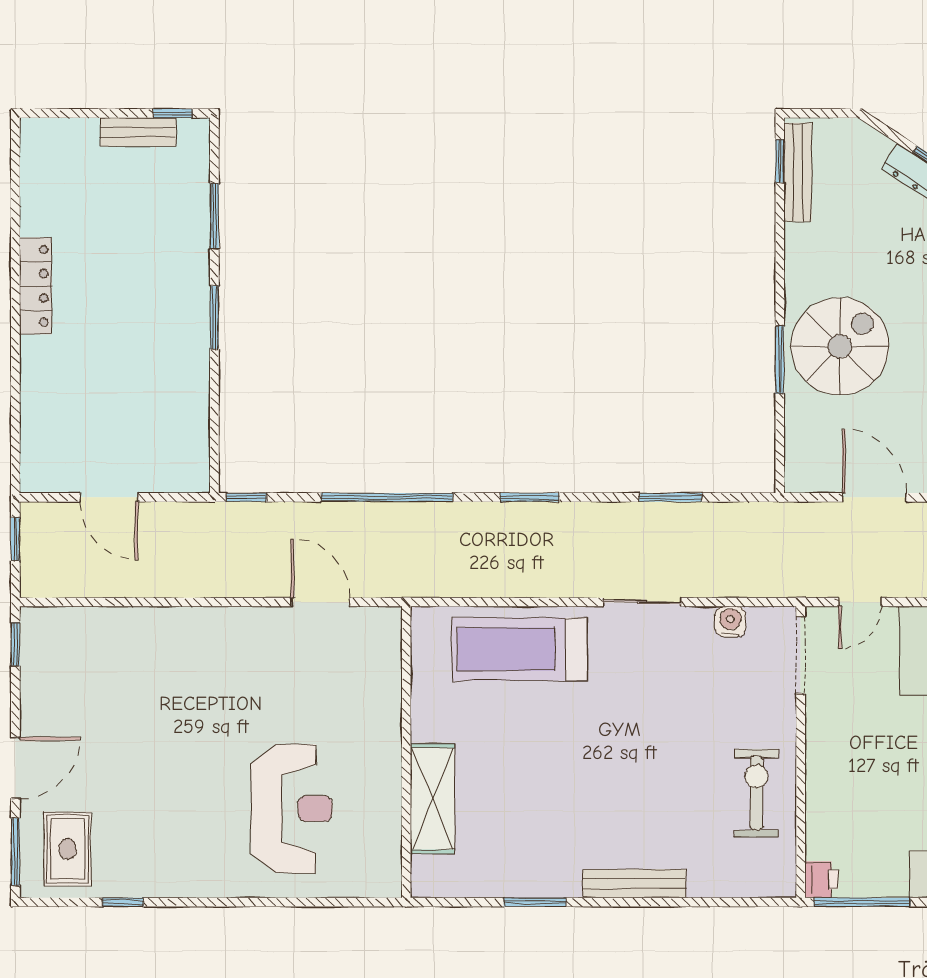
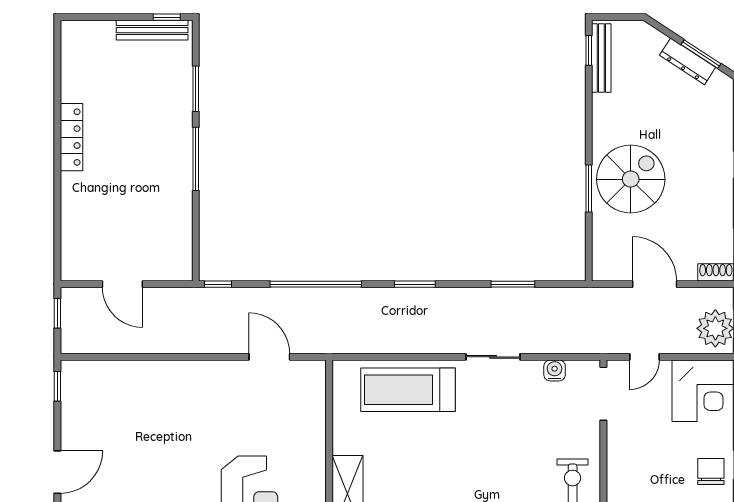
bench: (138, 132) -> (152, 30), width x1.36
window: (214, 317) -> (196, 159), width x1.44

